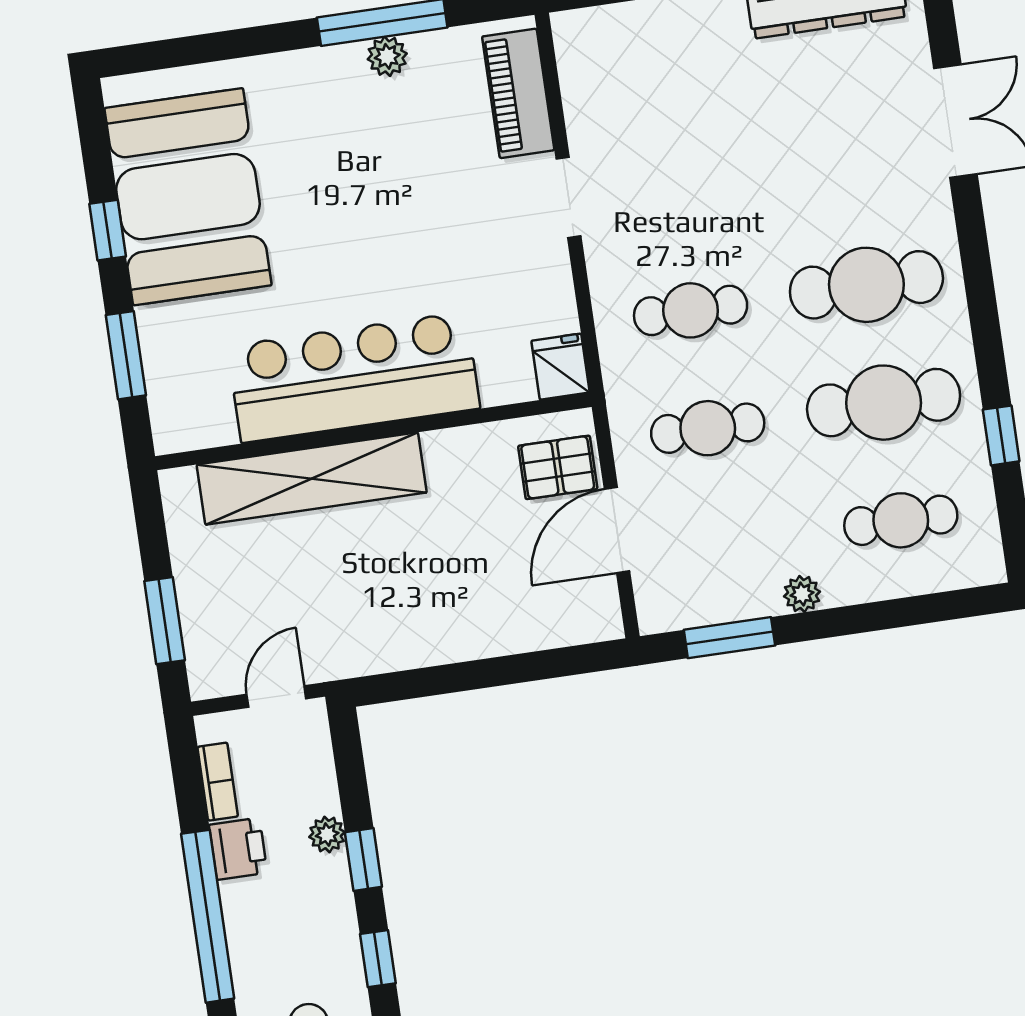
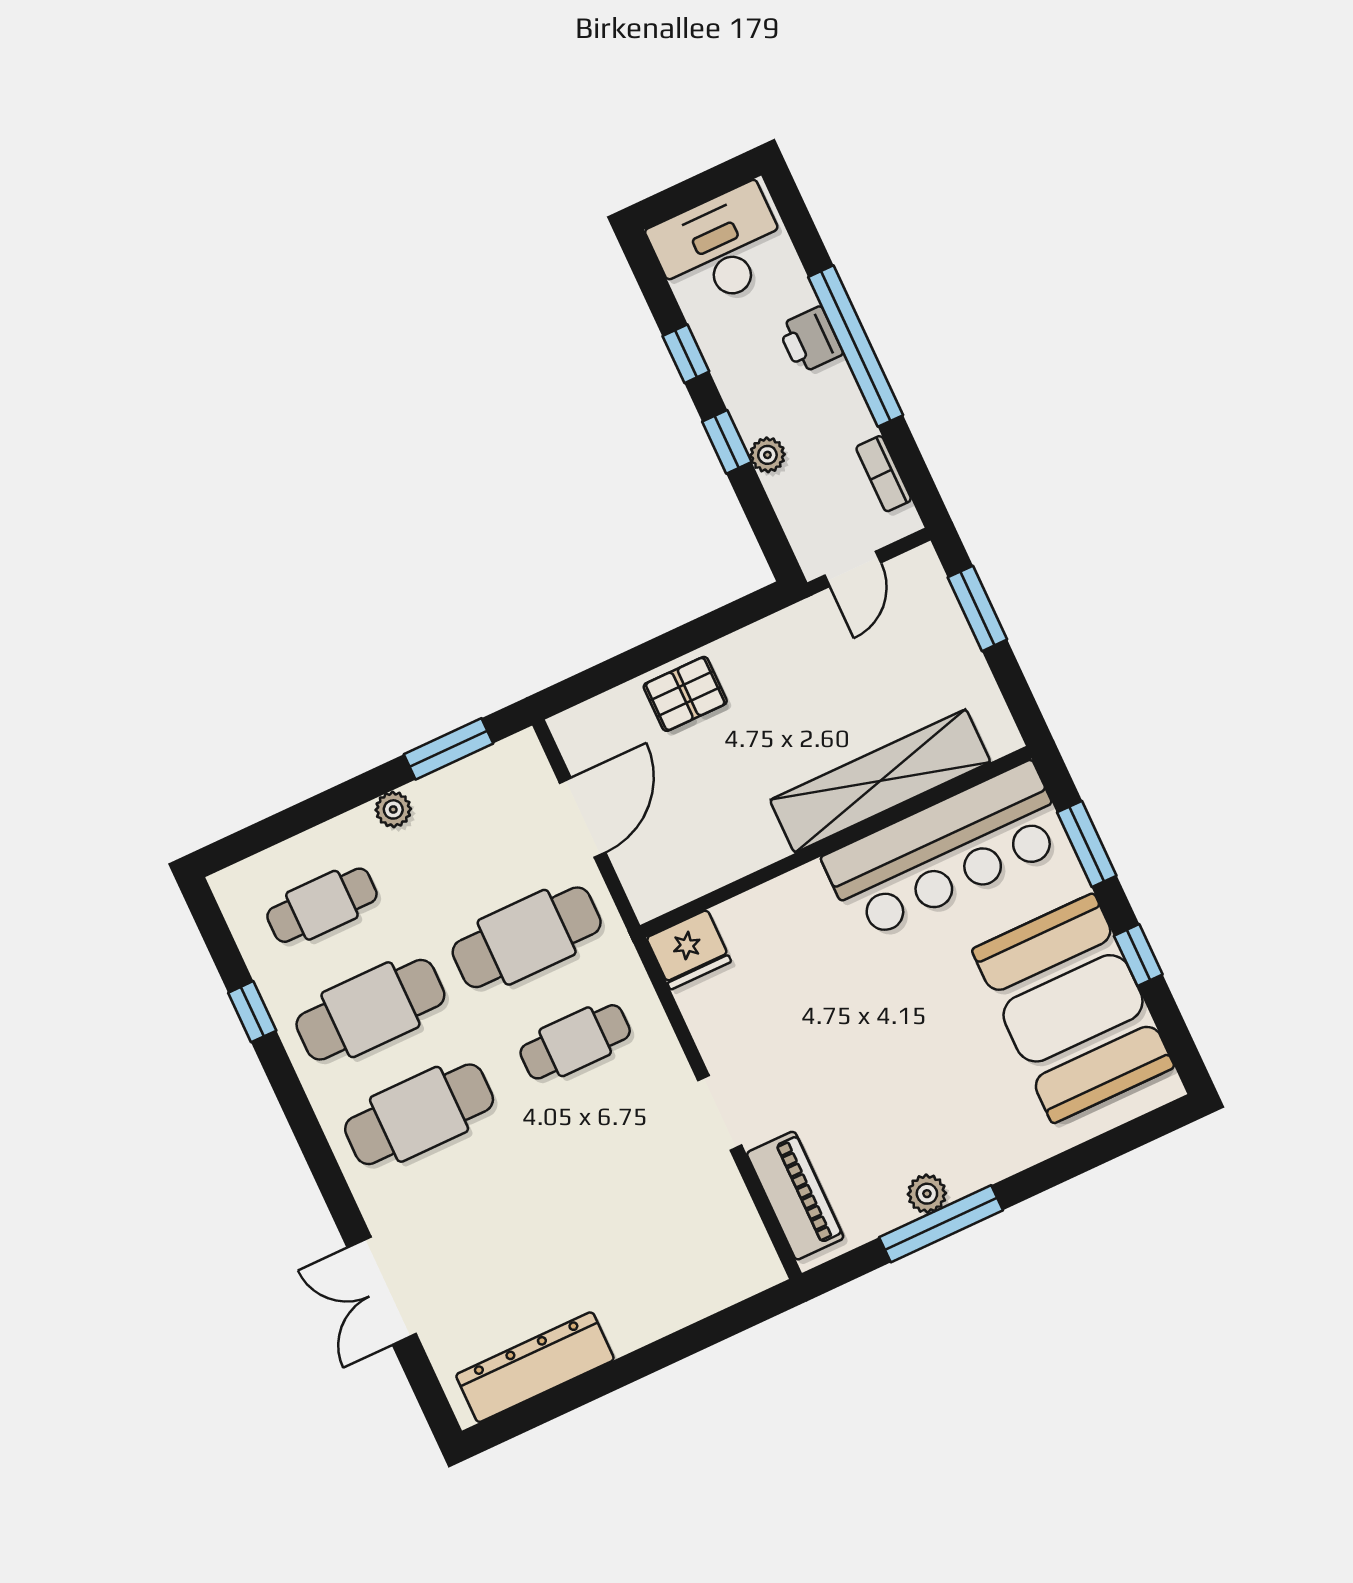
fridge: (560, 367) -> (689, 950), width x1.38
bar counter: (354, 377) -> (946, 851), moved
cafe table: (708, 428) -> (527, 937), width x1.37, depth x1.35
pallet: (558, 467) -> (685, 694), moved
printer: (238, 849) -> (810, 340), moved

